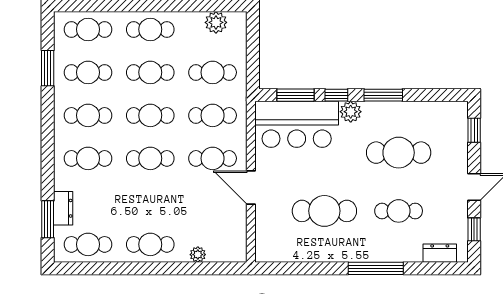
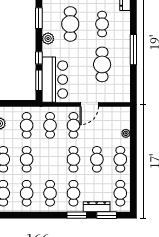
window: (48, 68) -> (77, 215), moved
window: (383, 95) -> (39, 18), moved
plant: (351, 112) -> (48, 39), moved
cafe table: (150, 115) -> (97, 159), moved
dresser: (63, 208) -> (97, 207), width x1.44
window: (376, 268) -> (133, 50), moved

